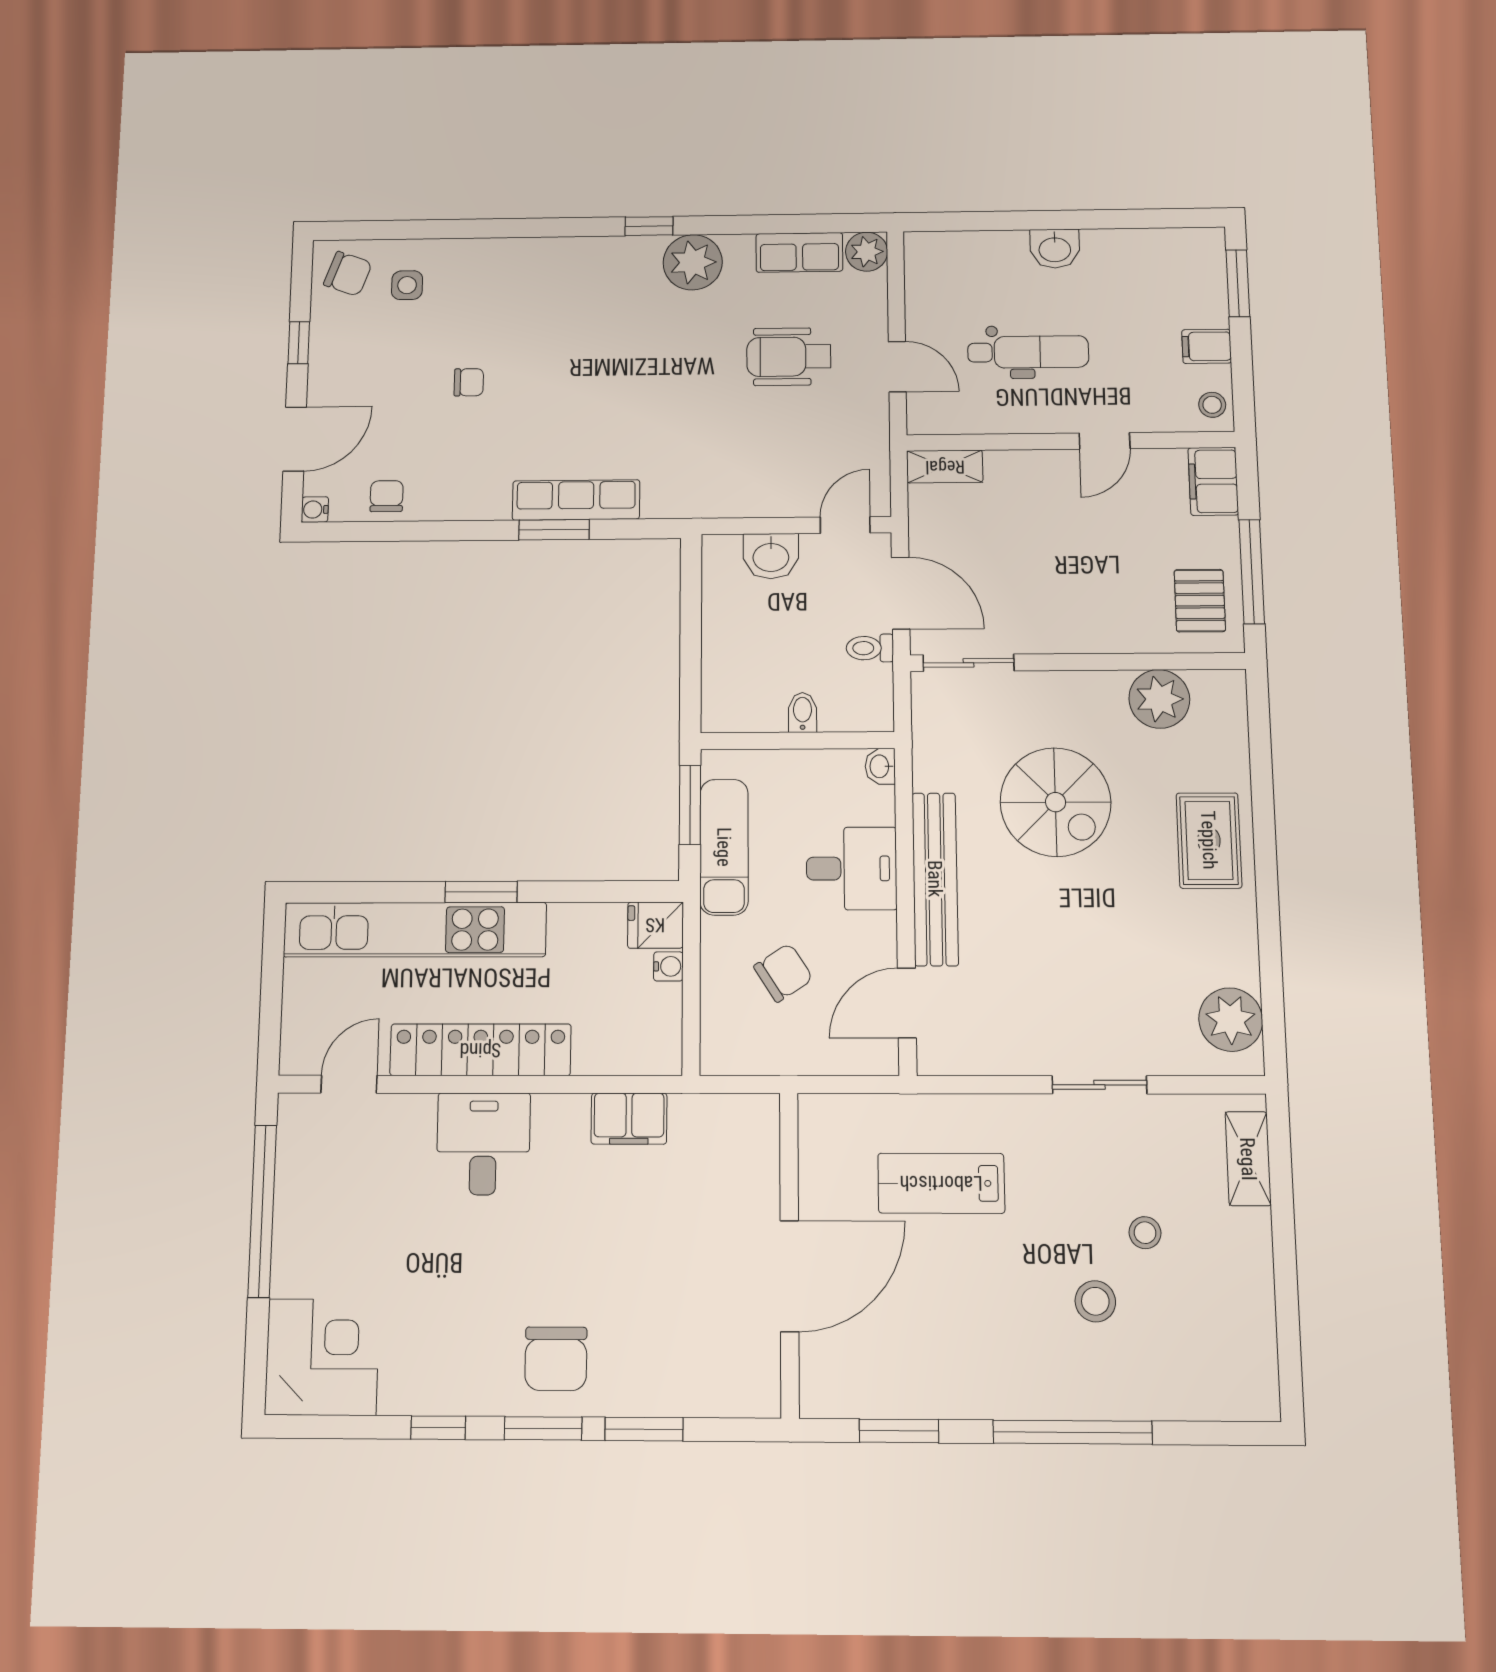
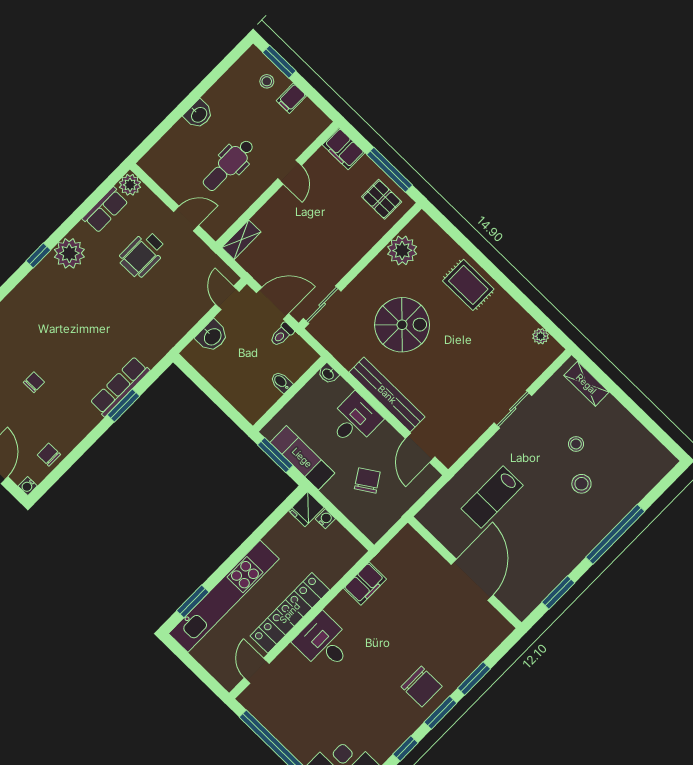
dental chair: (1028, 352) -> (229, 165), turned 180
stool: (1212, 405) -> (267, 81), moved
window: (481, 892) -> (193, 601), moved
plant: (1231, 1020) -> (541, 336), width x0.53, depth x0.53

